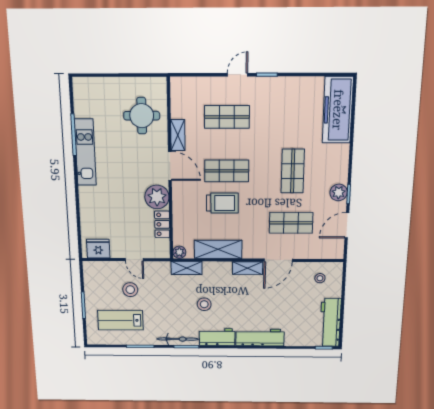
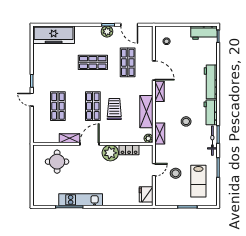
workbench: (330, 323) -> (204, 33), width x0.73

